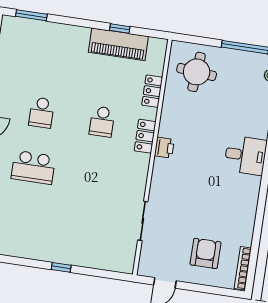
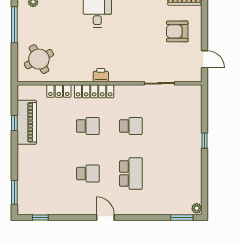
round table: (197, 72) -> (39, 59), turned -33
locker: (145, 136) -> (94, 91), width x1.53
school desk: (94, 176) -> (131, 126), added

